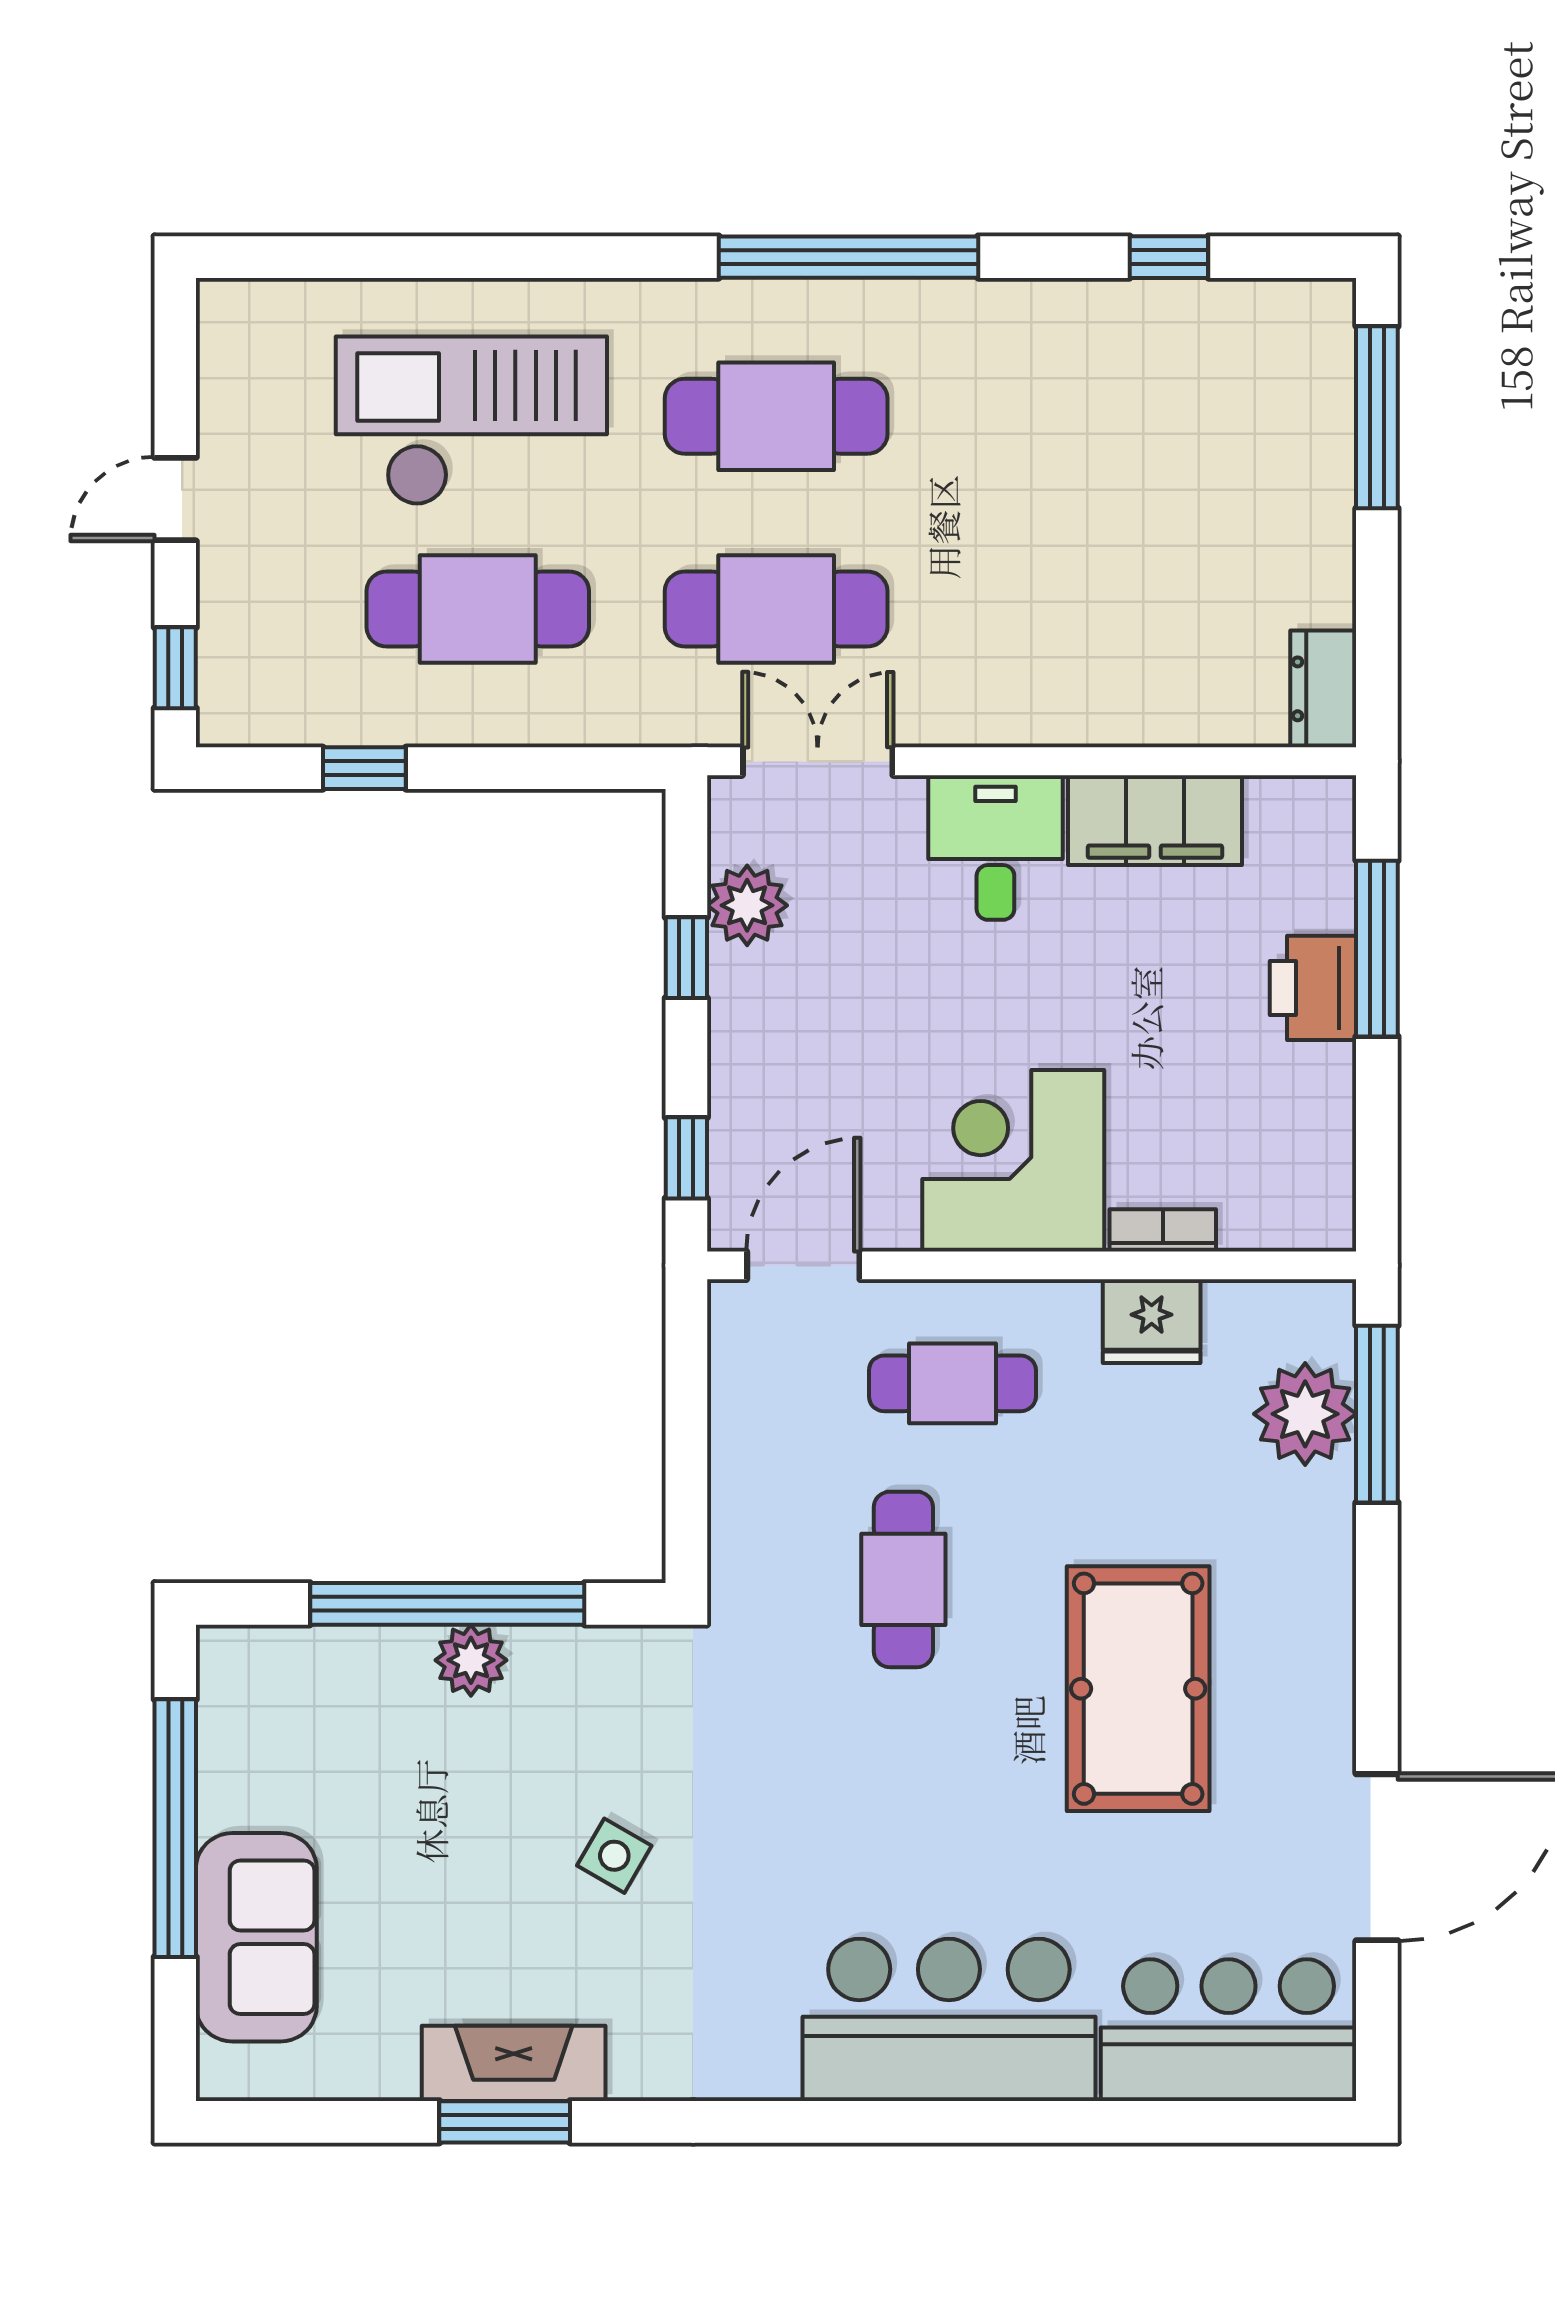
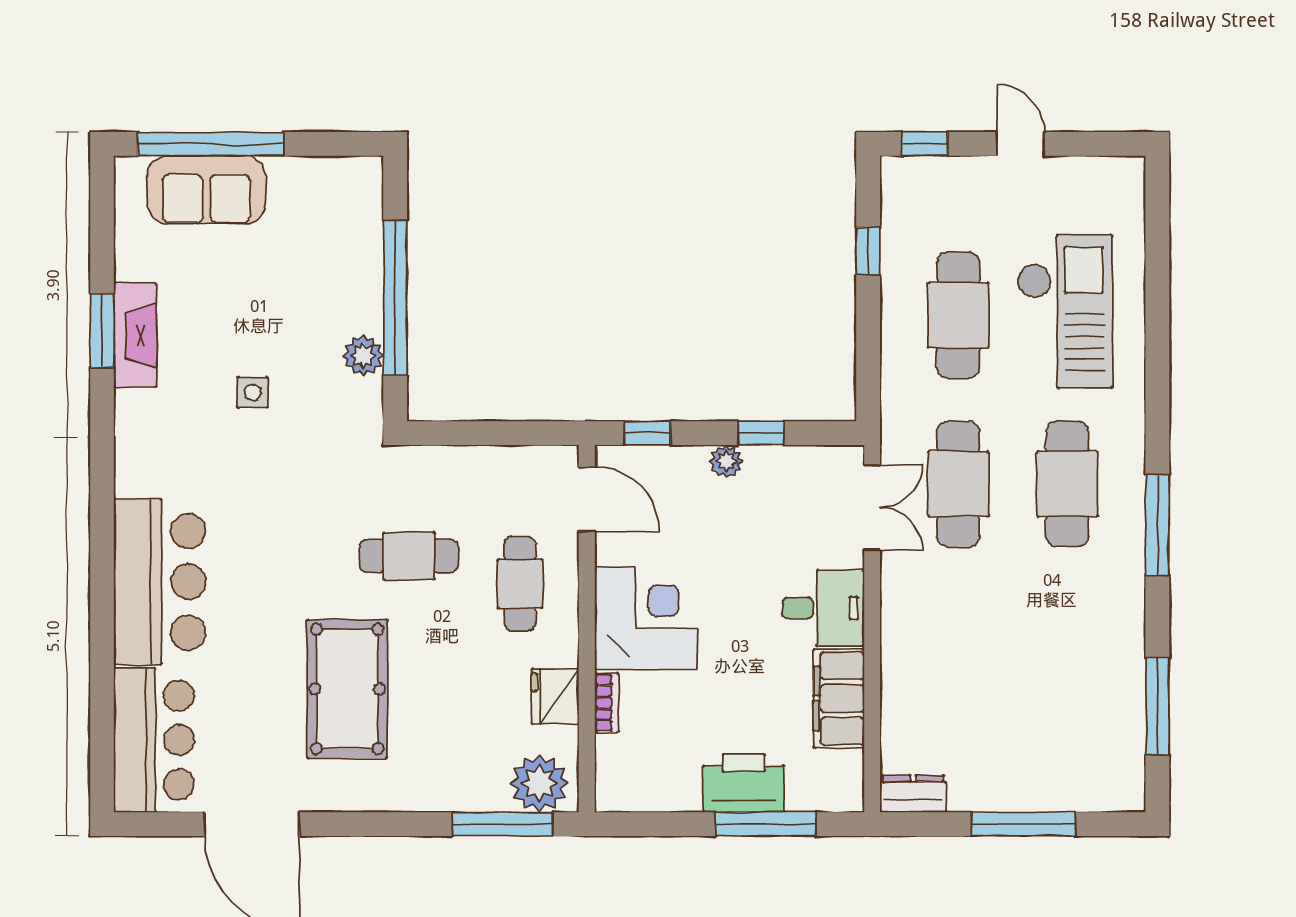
window: (848, 257) -> (1157, 525), width x0.68
window: (1169, 257) -> (1157, 706), width x2.17
window: (1377, 417) -> (1023, 824), moved
plant: (747, 905) -> (726, 461), moved, width x0.73, depth x0.73
printer: (1313, 988) -> (744, 783), width x1.37, depth x1.19
plant: (1305, 1414) -> (539, 783), moved
plant: (471, 1660) -> (363, 356), moved
pool table: (1138, 1689) -> (347, 689), turned 90
window: (175, 1828) -> (211, 144), moved
side table: (614, 1856) -> (253, 392), turned -30

